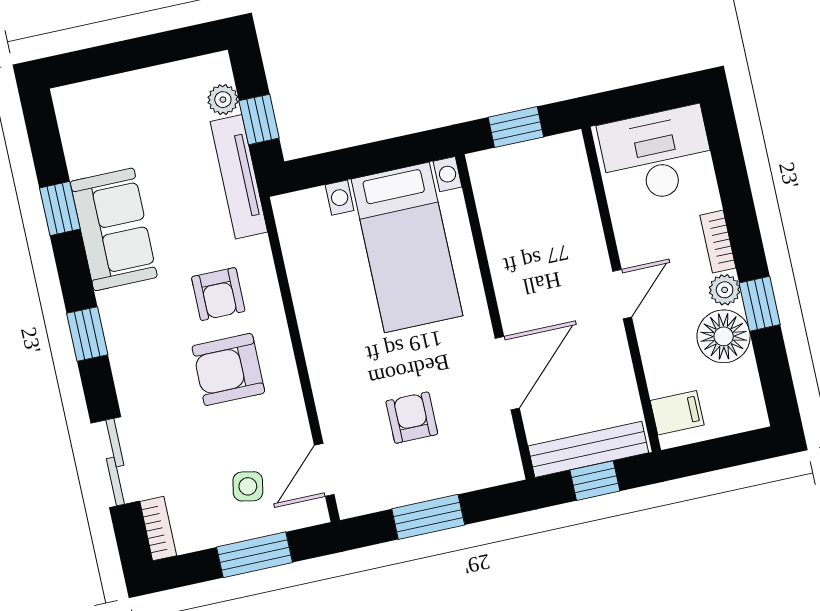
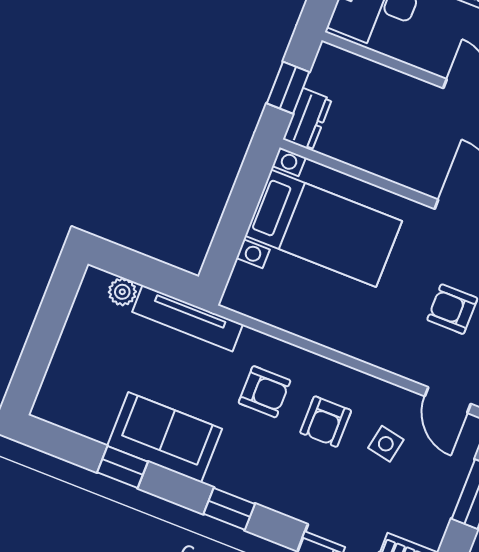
window: (259, 119) -> (155, 275), removed
dresser: (499, 165) -> (307, 119), added
armchair: (228, 369) -> (326, 422), width x0.72, depth x0.72
side table: (248, 486) -> (386, 444), moved

